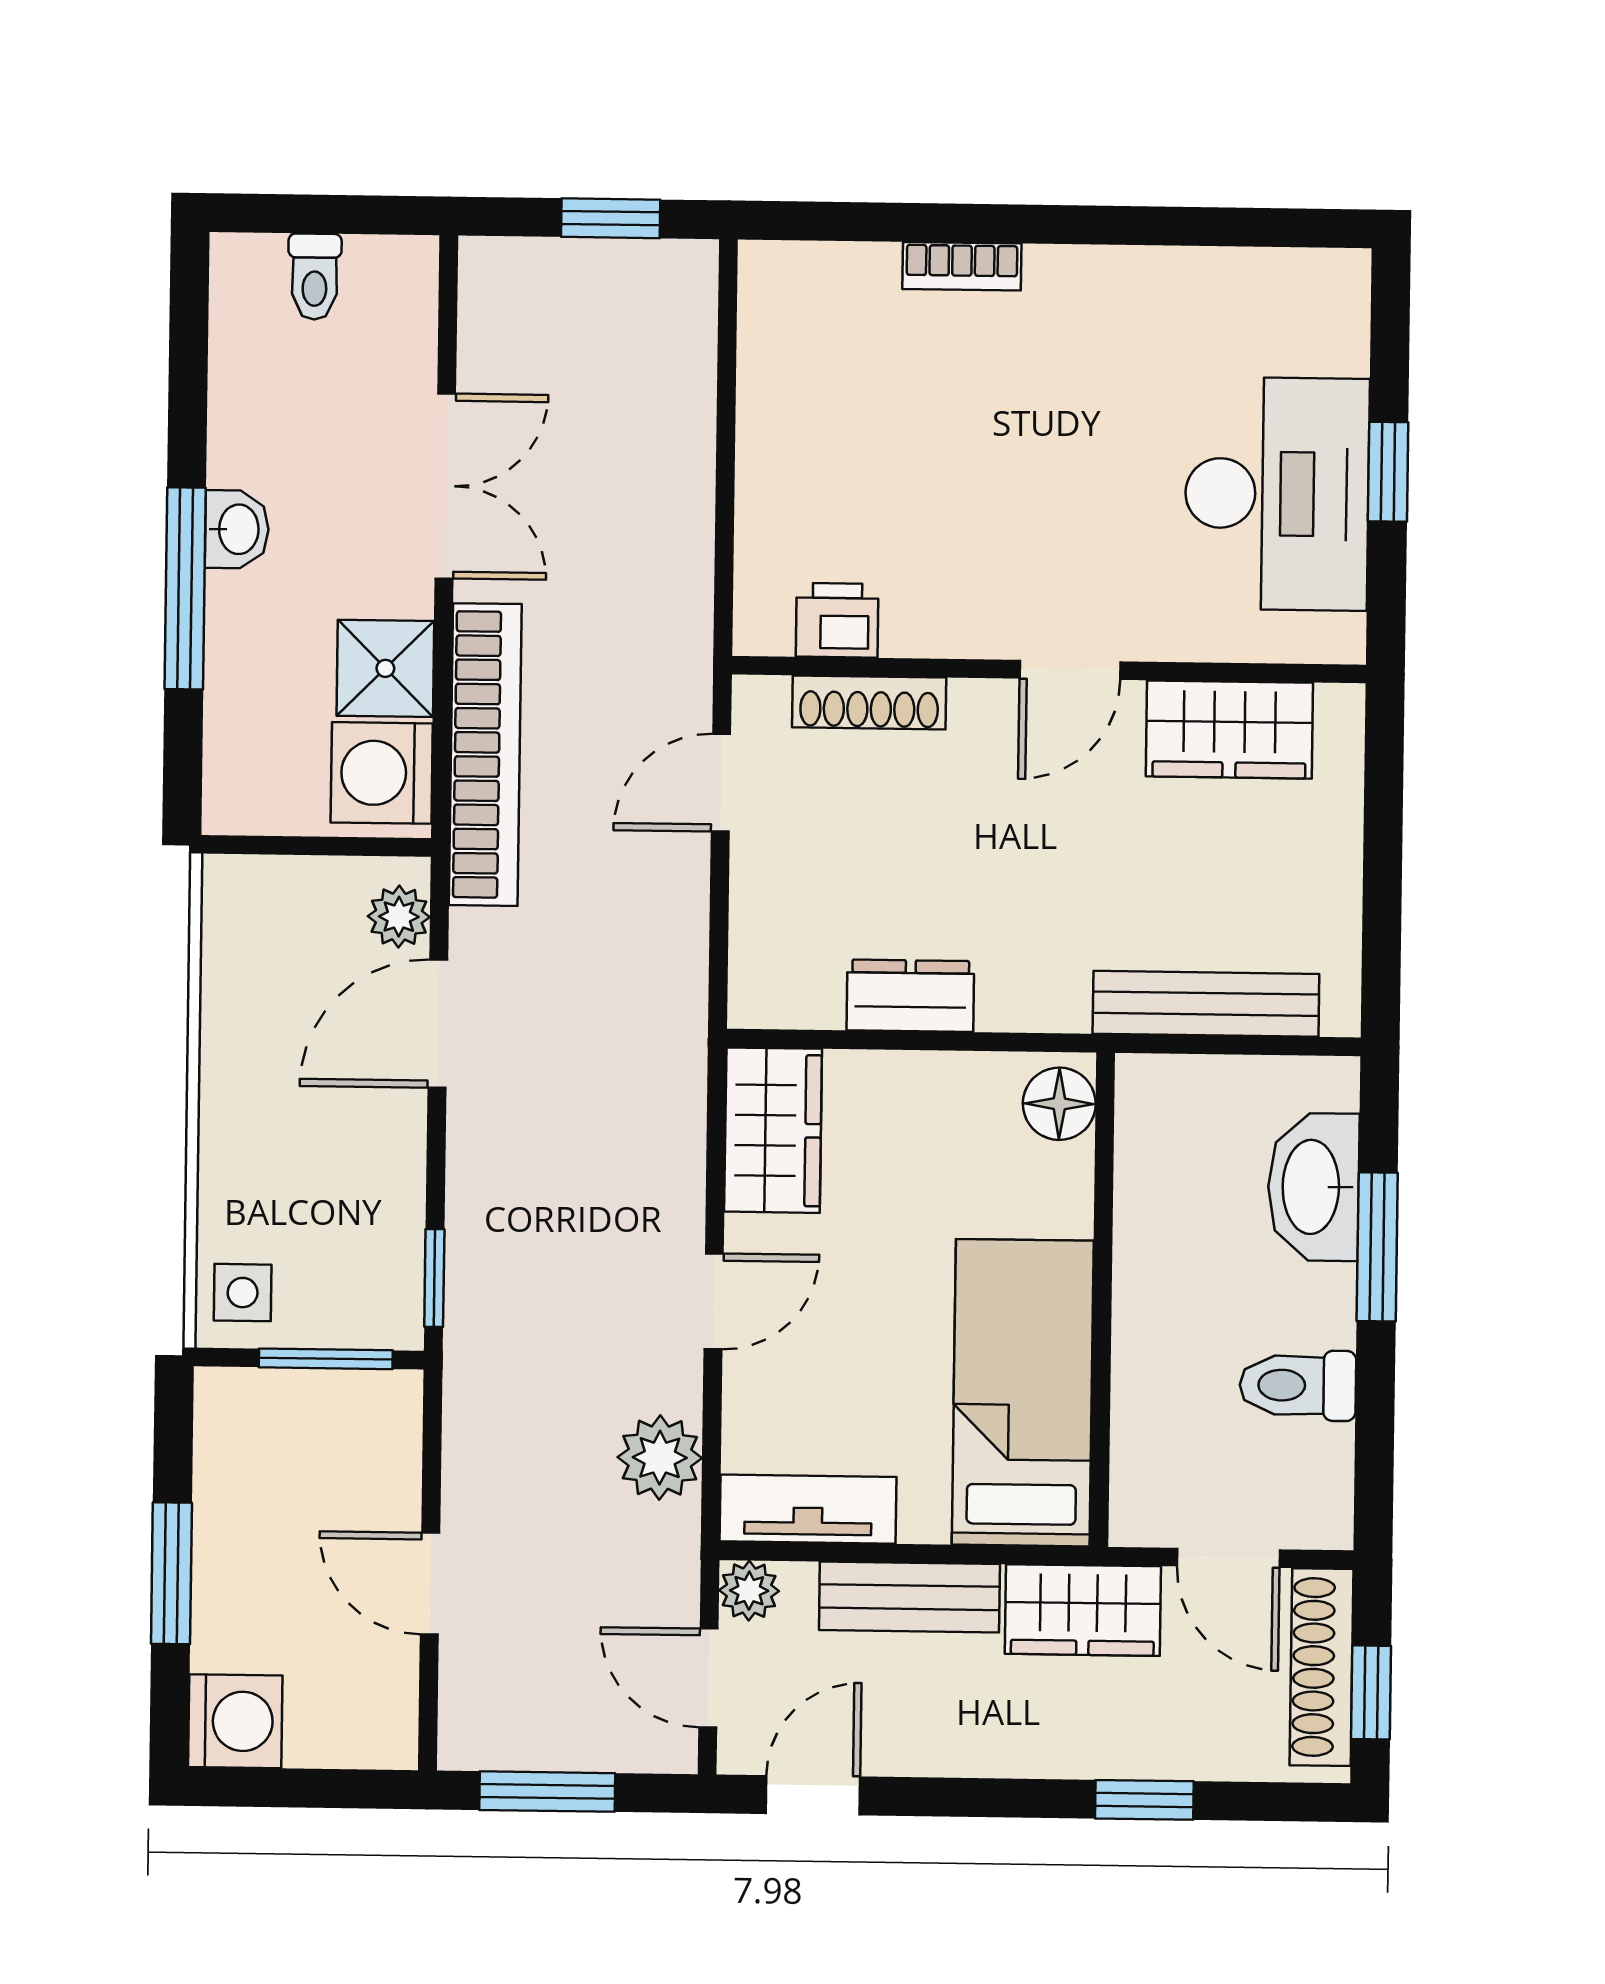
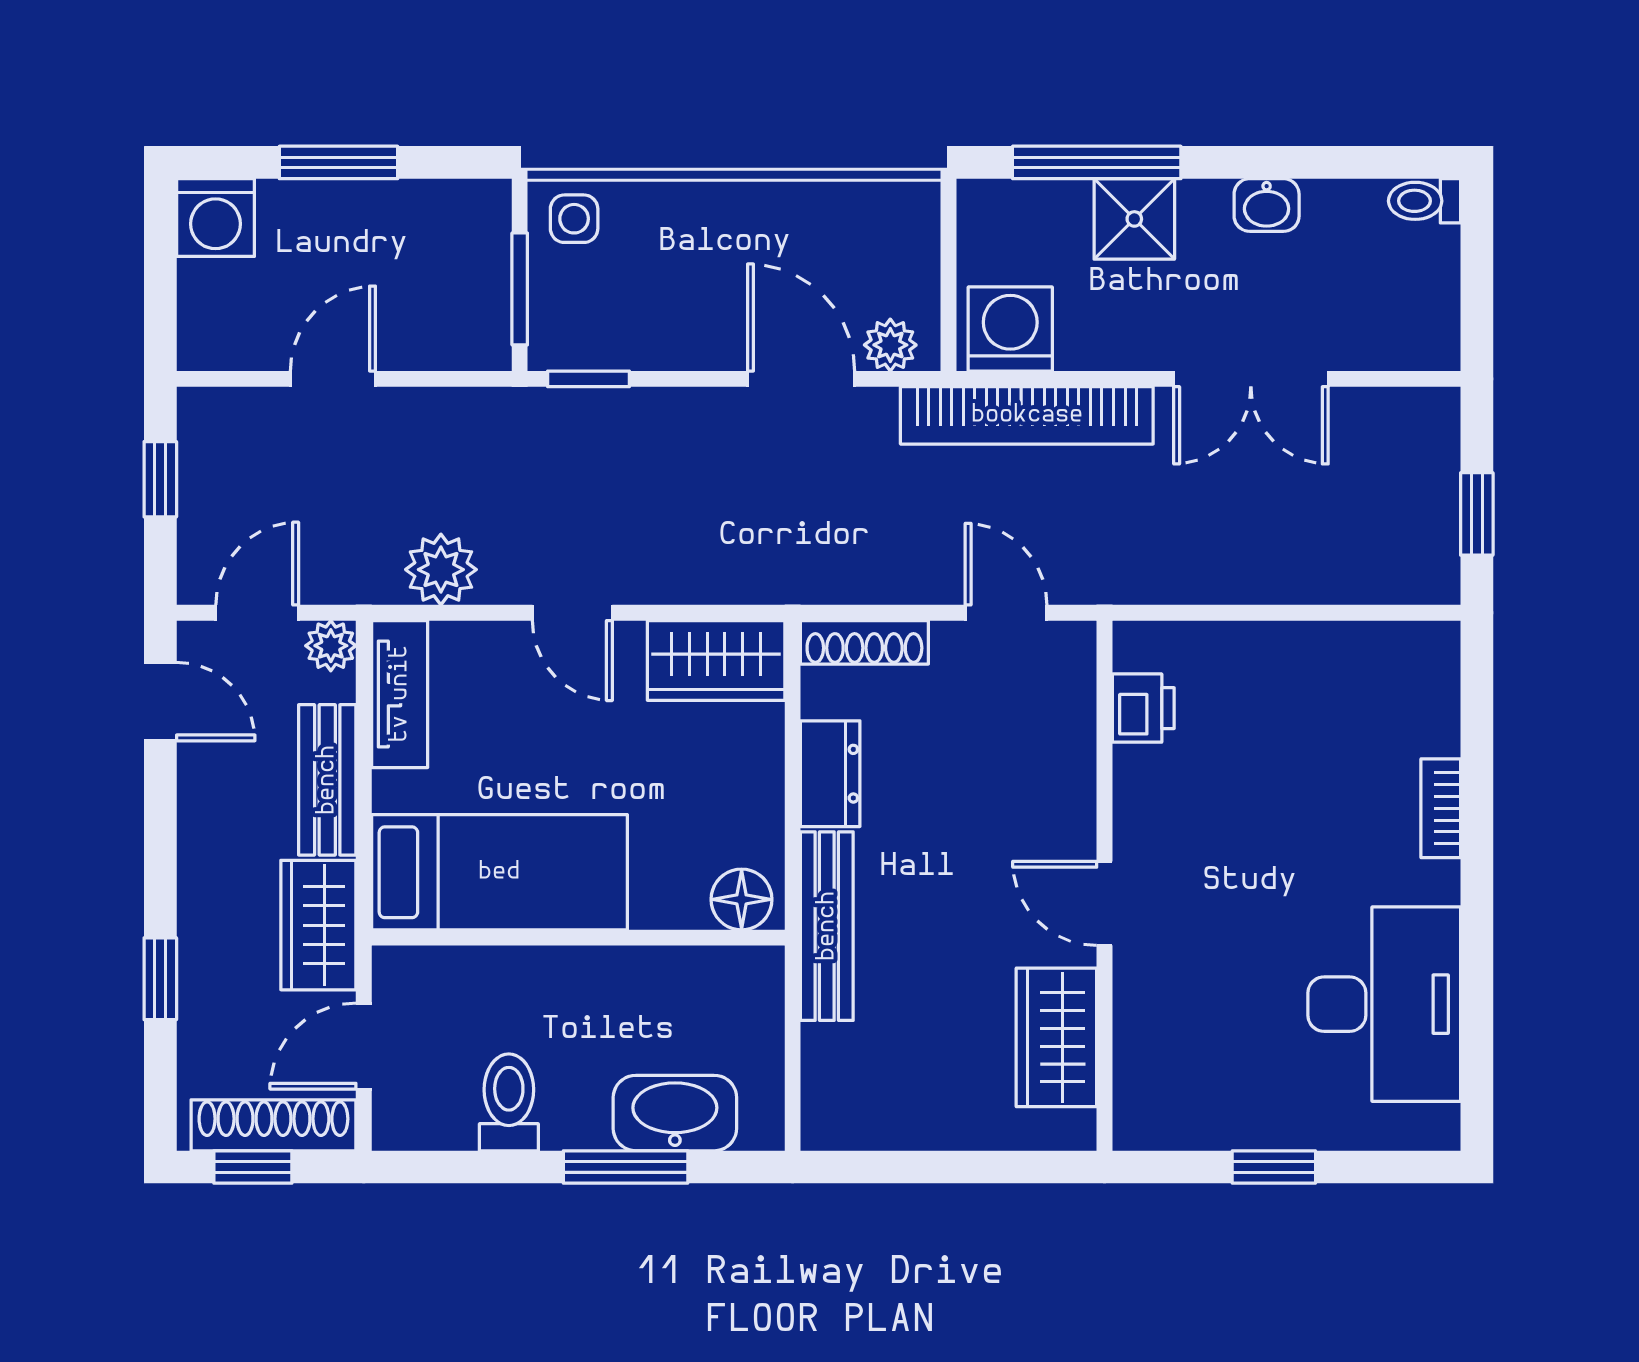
toilet: (315, 277) -> (1425, 201), moved
desk: (1277, 494) -> (1384, 1004), moved, turned -90
washbasin: (237, 529) -> (1267, 205), moved
window: (185, 588) -> (1097, 162), moved
shower: (385, 668) -> (1134, 219), moved
shoe rack: (869, 702) -> (864, 642), moved, turned -90
bench: (1206, 1004) -> (827, 926), moved
window: (547, 1792) -> (160, 479), width x0.67

